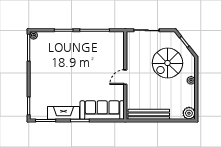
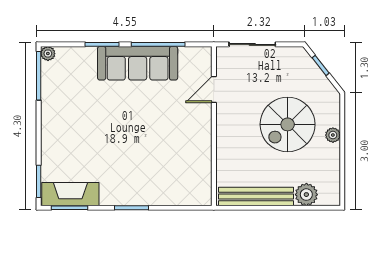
spiral stairs: (167, 63) -> (288, 124), moved
door: (125, 77) -> (214, 89), moved
sofa: (102, 110) -> (138, 63), moved, turned 180
fireplace: (64, 113) -> (70, 194), moved
plant: (189, 113) -> (306, 195), moved

